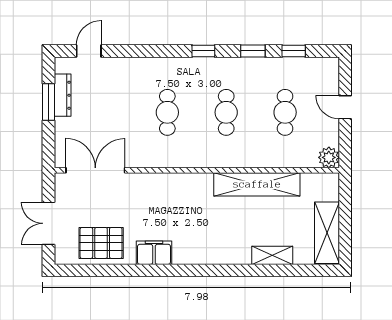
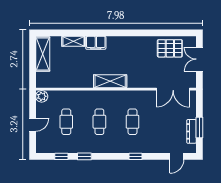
window: (203, 51) -> (136, 156), moved
door: (345, 107) -> (33, 125), hinge flipped
shelving: (257, 184) -> (110, 81), moved, width x0.68
double door: (49, 223) -> (199, 59), swing flipped
filing cabinet: (154, 253) -> (96, 43), moved

